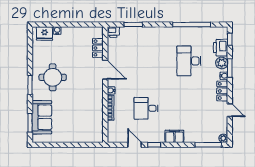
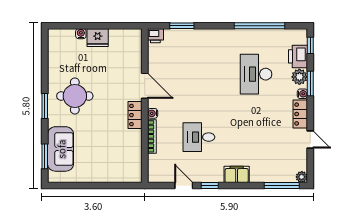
fridge: (44, 33) -> (98, 38), moved
locker: (98, 48) -> (135, 115), moved

